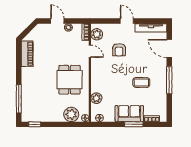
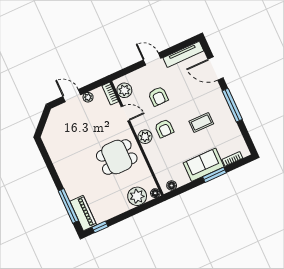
piano: (27, 54) -> (83, 213), moved
armchair: (113, 75) -> (164, 128), added
dining table: (69, 80) -> (117, 157), turned 90
plant: (96, 98) -> (145, 137), moved

